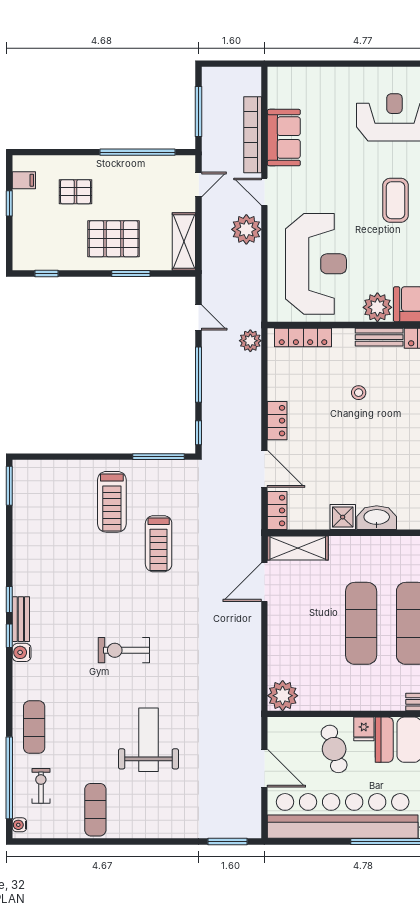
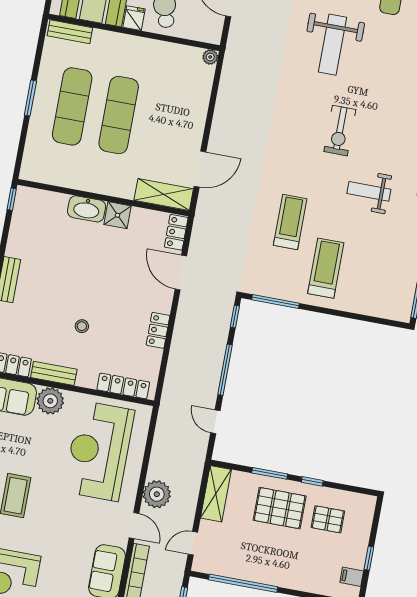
pallet: (75, 192) -> (328, 519), moved
window: (46, 274) -> (312, 481), moved
plant: (250, 341) -> (172, 392), removed
locker: (277, 421) -> (158, 330), moved
weight bench: (81, 592) -> (369, 191), added
exercise bike: (124, 650) -> (340, 131), turned 90
plant: (283, 696) -> (210, 57), width x0.53, depth x0.53

